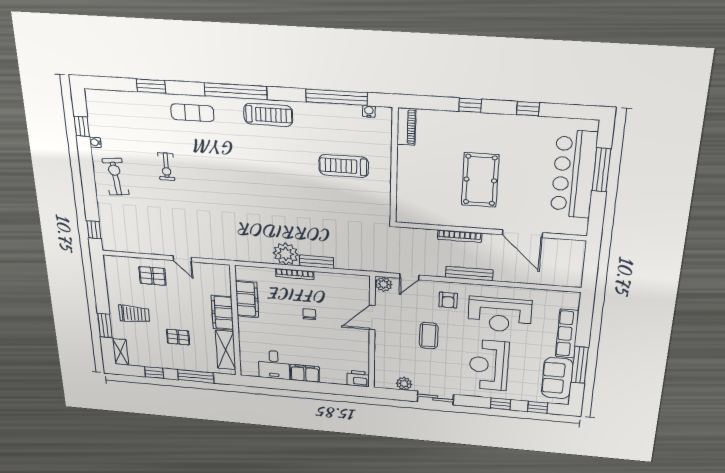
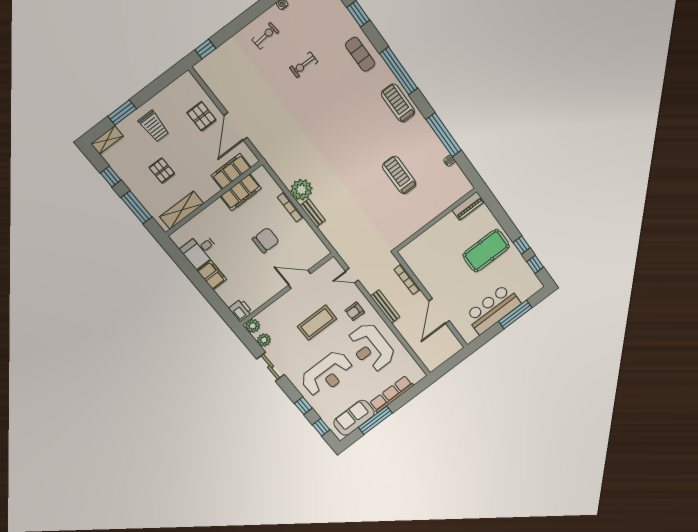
window: (470, 105) -> (535, 264), moved
treadmill: (268, 115) -> (398, 103), turned 180
piano: (406, 127) -> (468, 206), moved
wall: (394, 166) -> (436, 220), moved
bar counter: (574, 174) -> (493, 309), width x0.73
exercise bike: (116, 177) -> (265, 36), width x0.73, depth x0.72
pool table: (480, 180) -> (486, 251), moved
door: (182, 259) -> (236, 127), width x1.88
plant: (384, 284) -> (253, 326), moved
filing cabinet: (222, 313) -> (231, 171), moved
chair: (309, 314) -> (266, 240), width x1.87, depth x1.87
coffee table: (429, 336) -> (317, 323), width x1.36, depth x1.32
reception desk: (489, 365) -> (327, 374), turned 180

